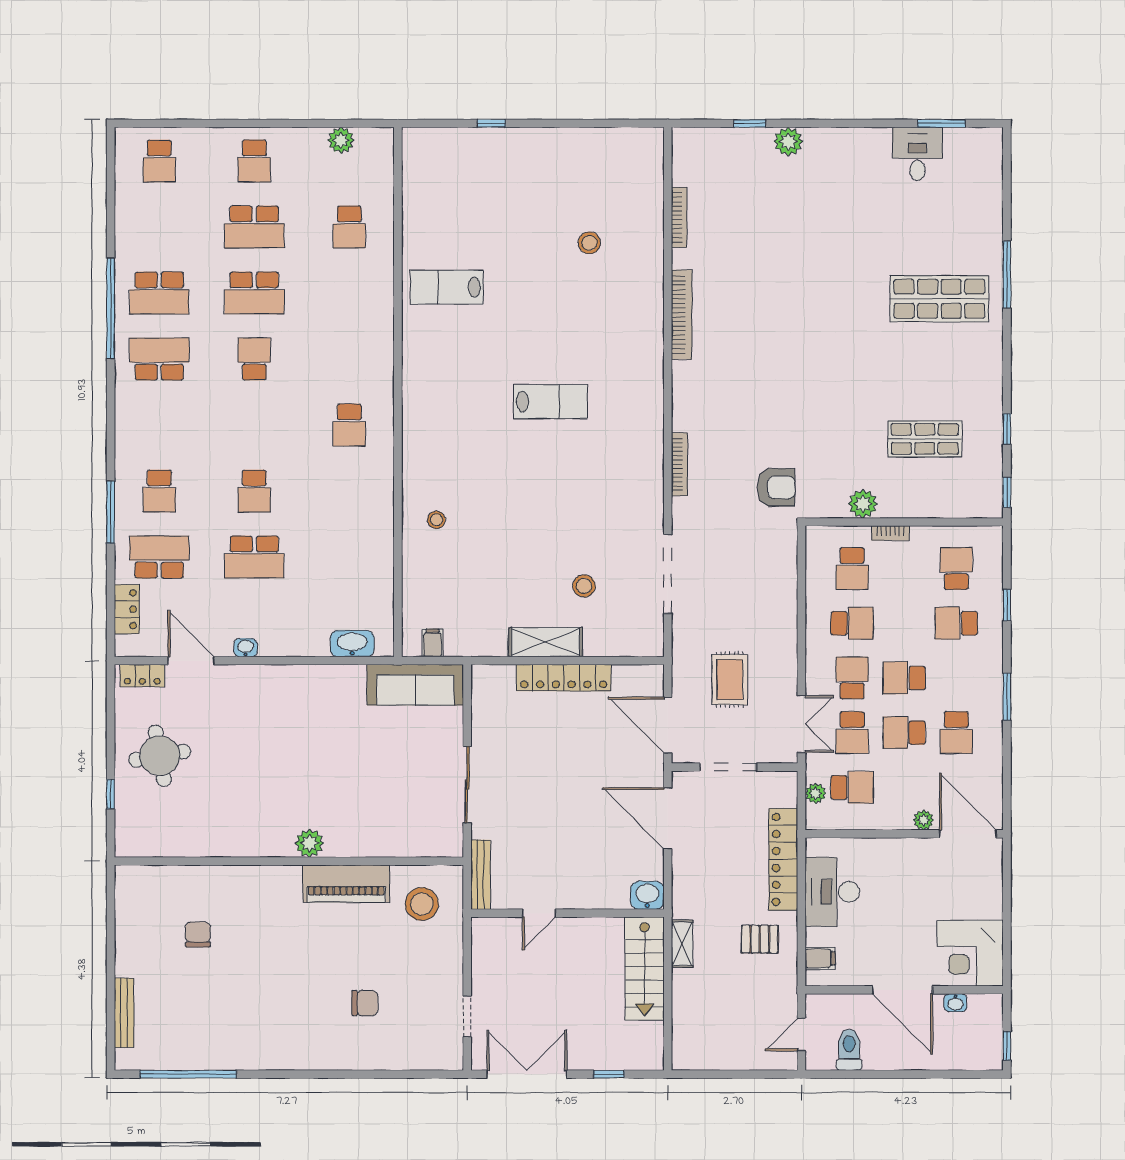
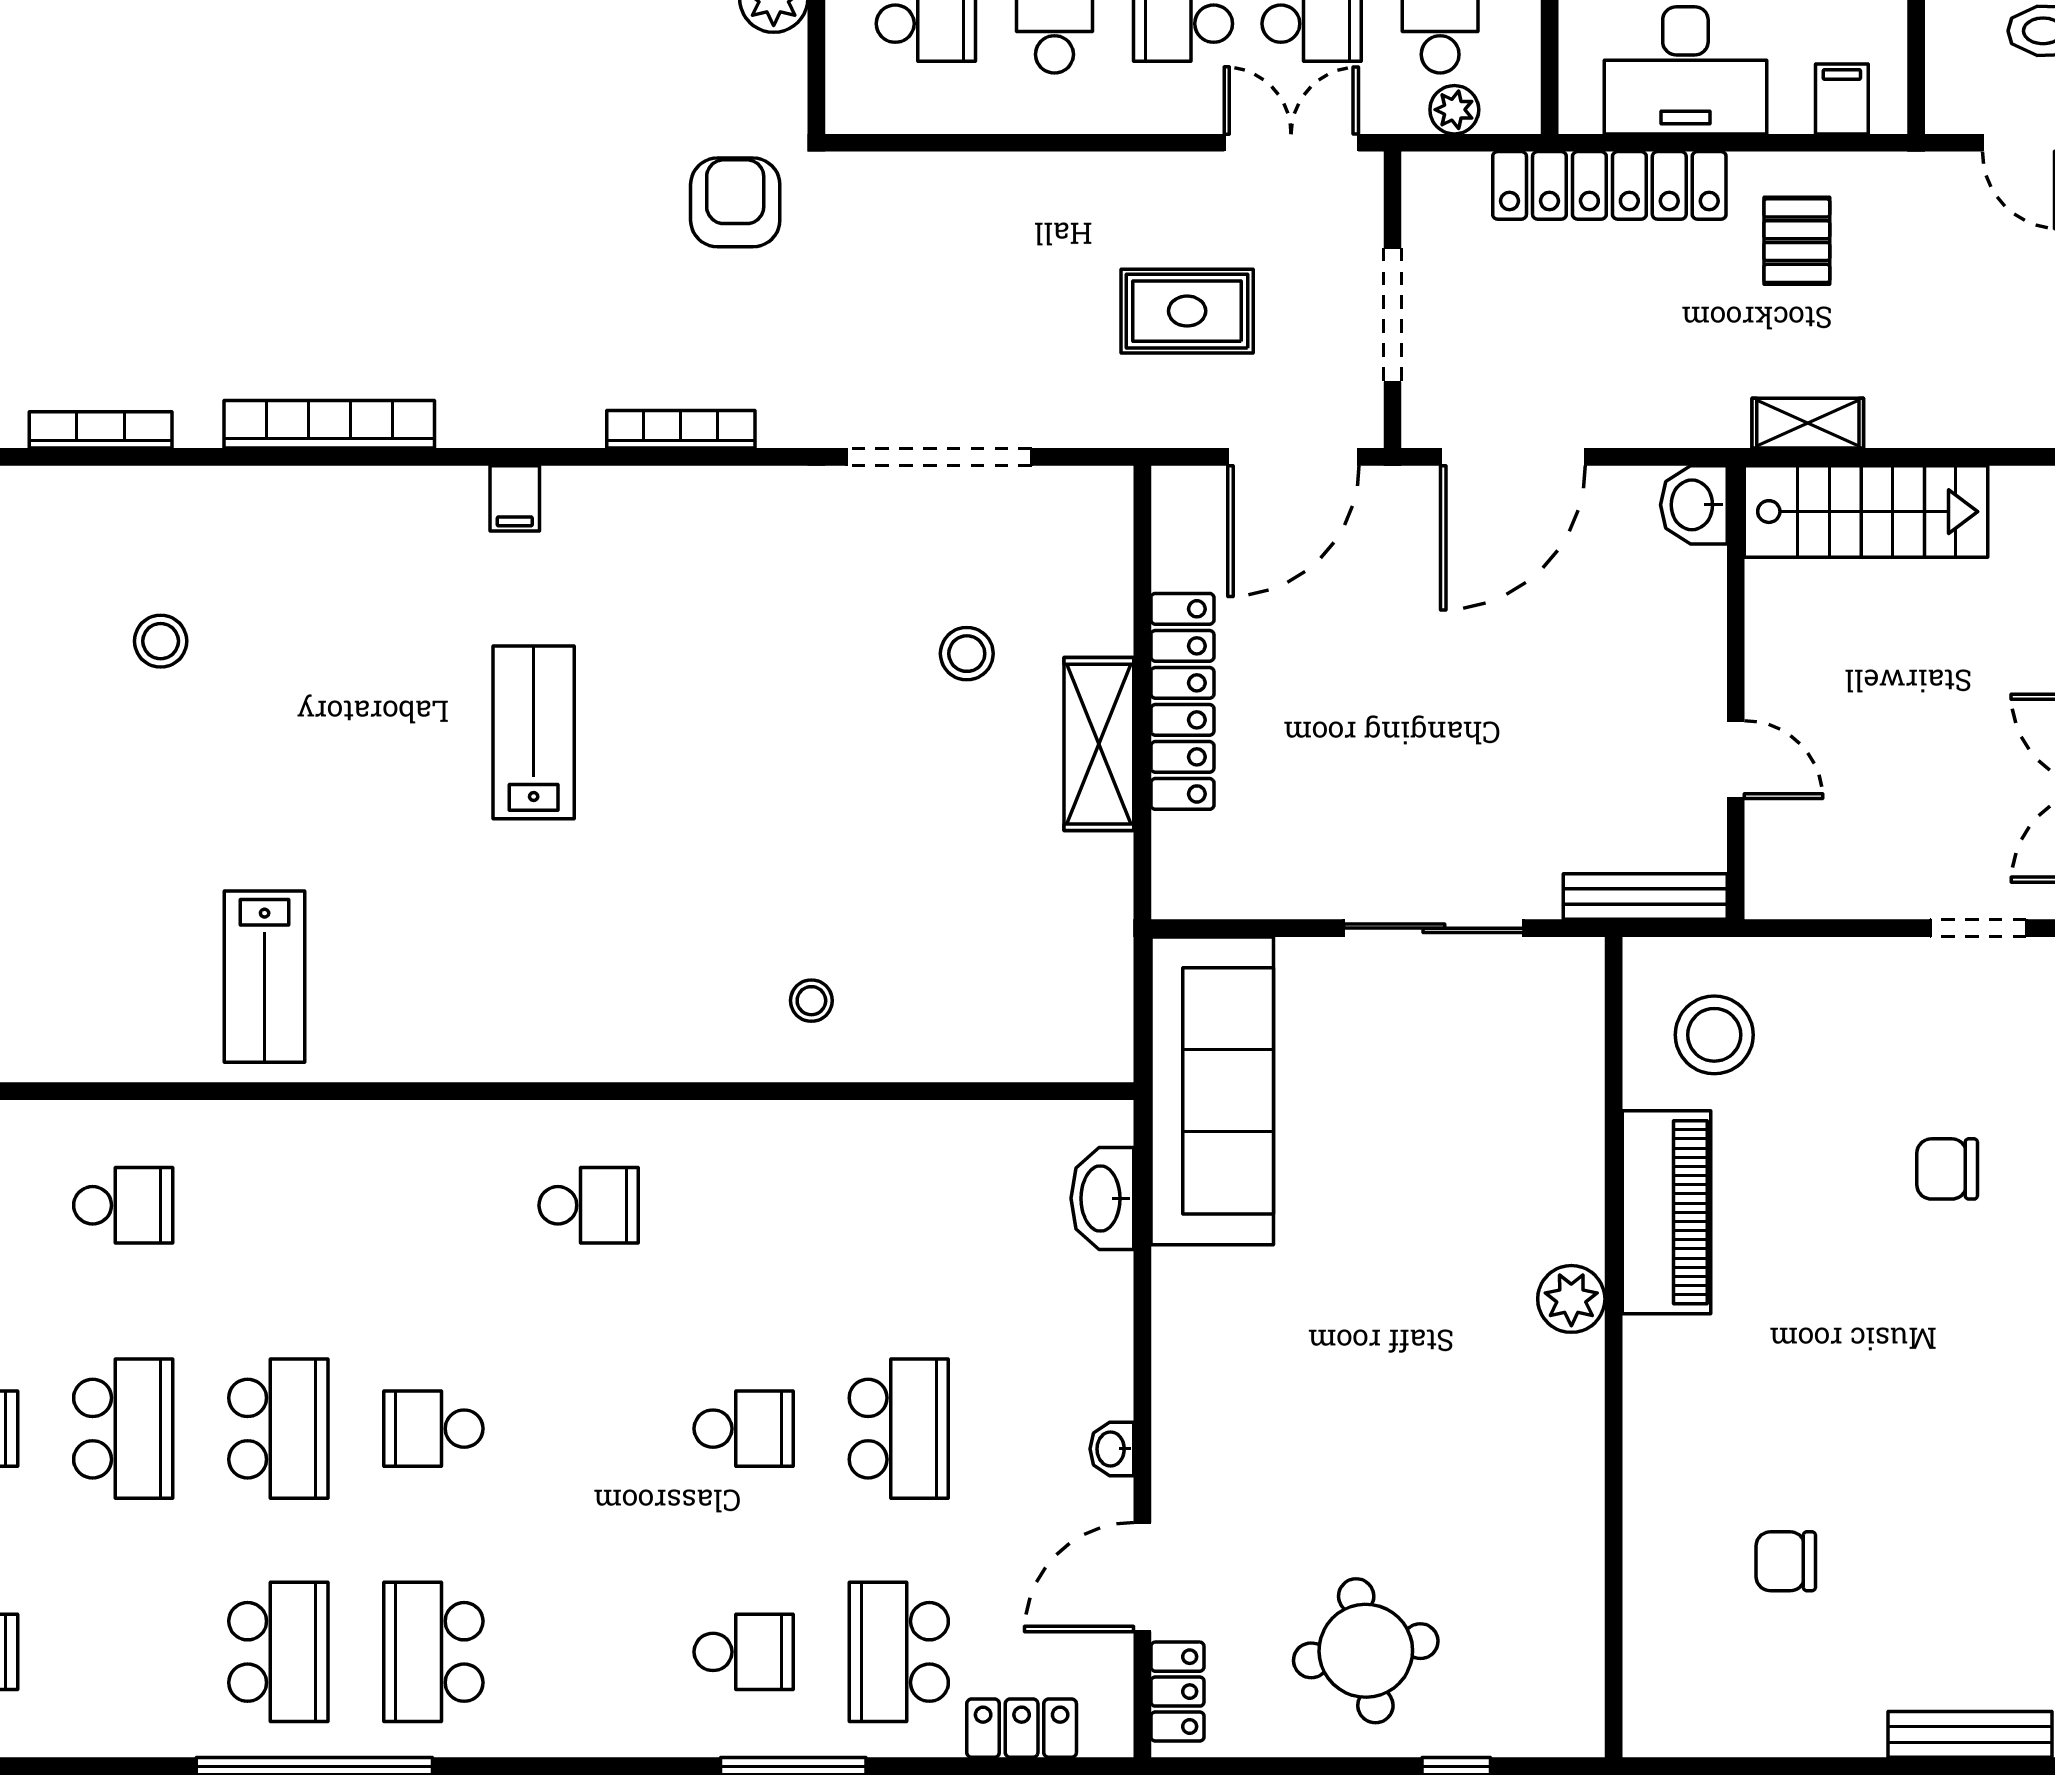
filing cabinet: (433, 643) -> (515, 498), moved, turned -90
sofa: (415, 685) -> (1212, 1091), width x1.36, depth x1.27
chair: (365, 1003) -> (1947, 1169), turned -90

